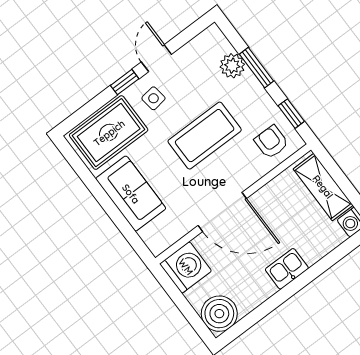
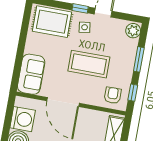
plant: (232, 66) -> (133, 31), moved
sofa: (131, 194) -> (31, 74), moved
washing machine: (186, 267) -> (23, 119), moved

